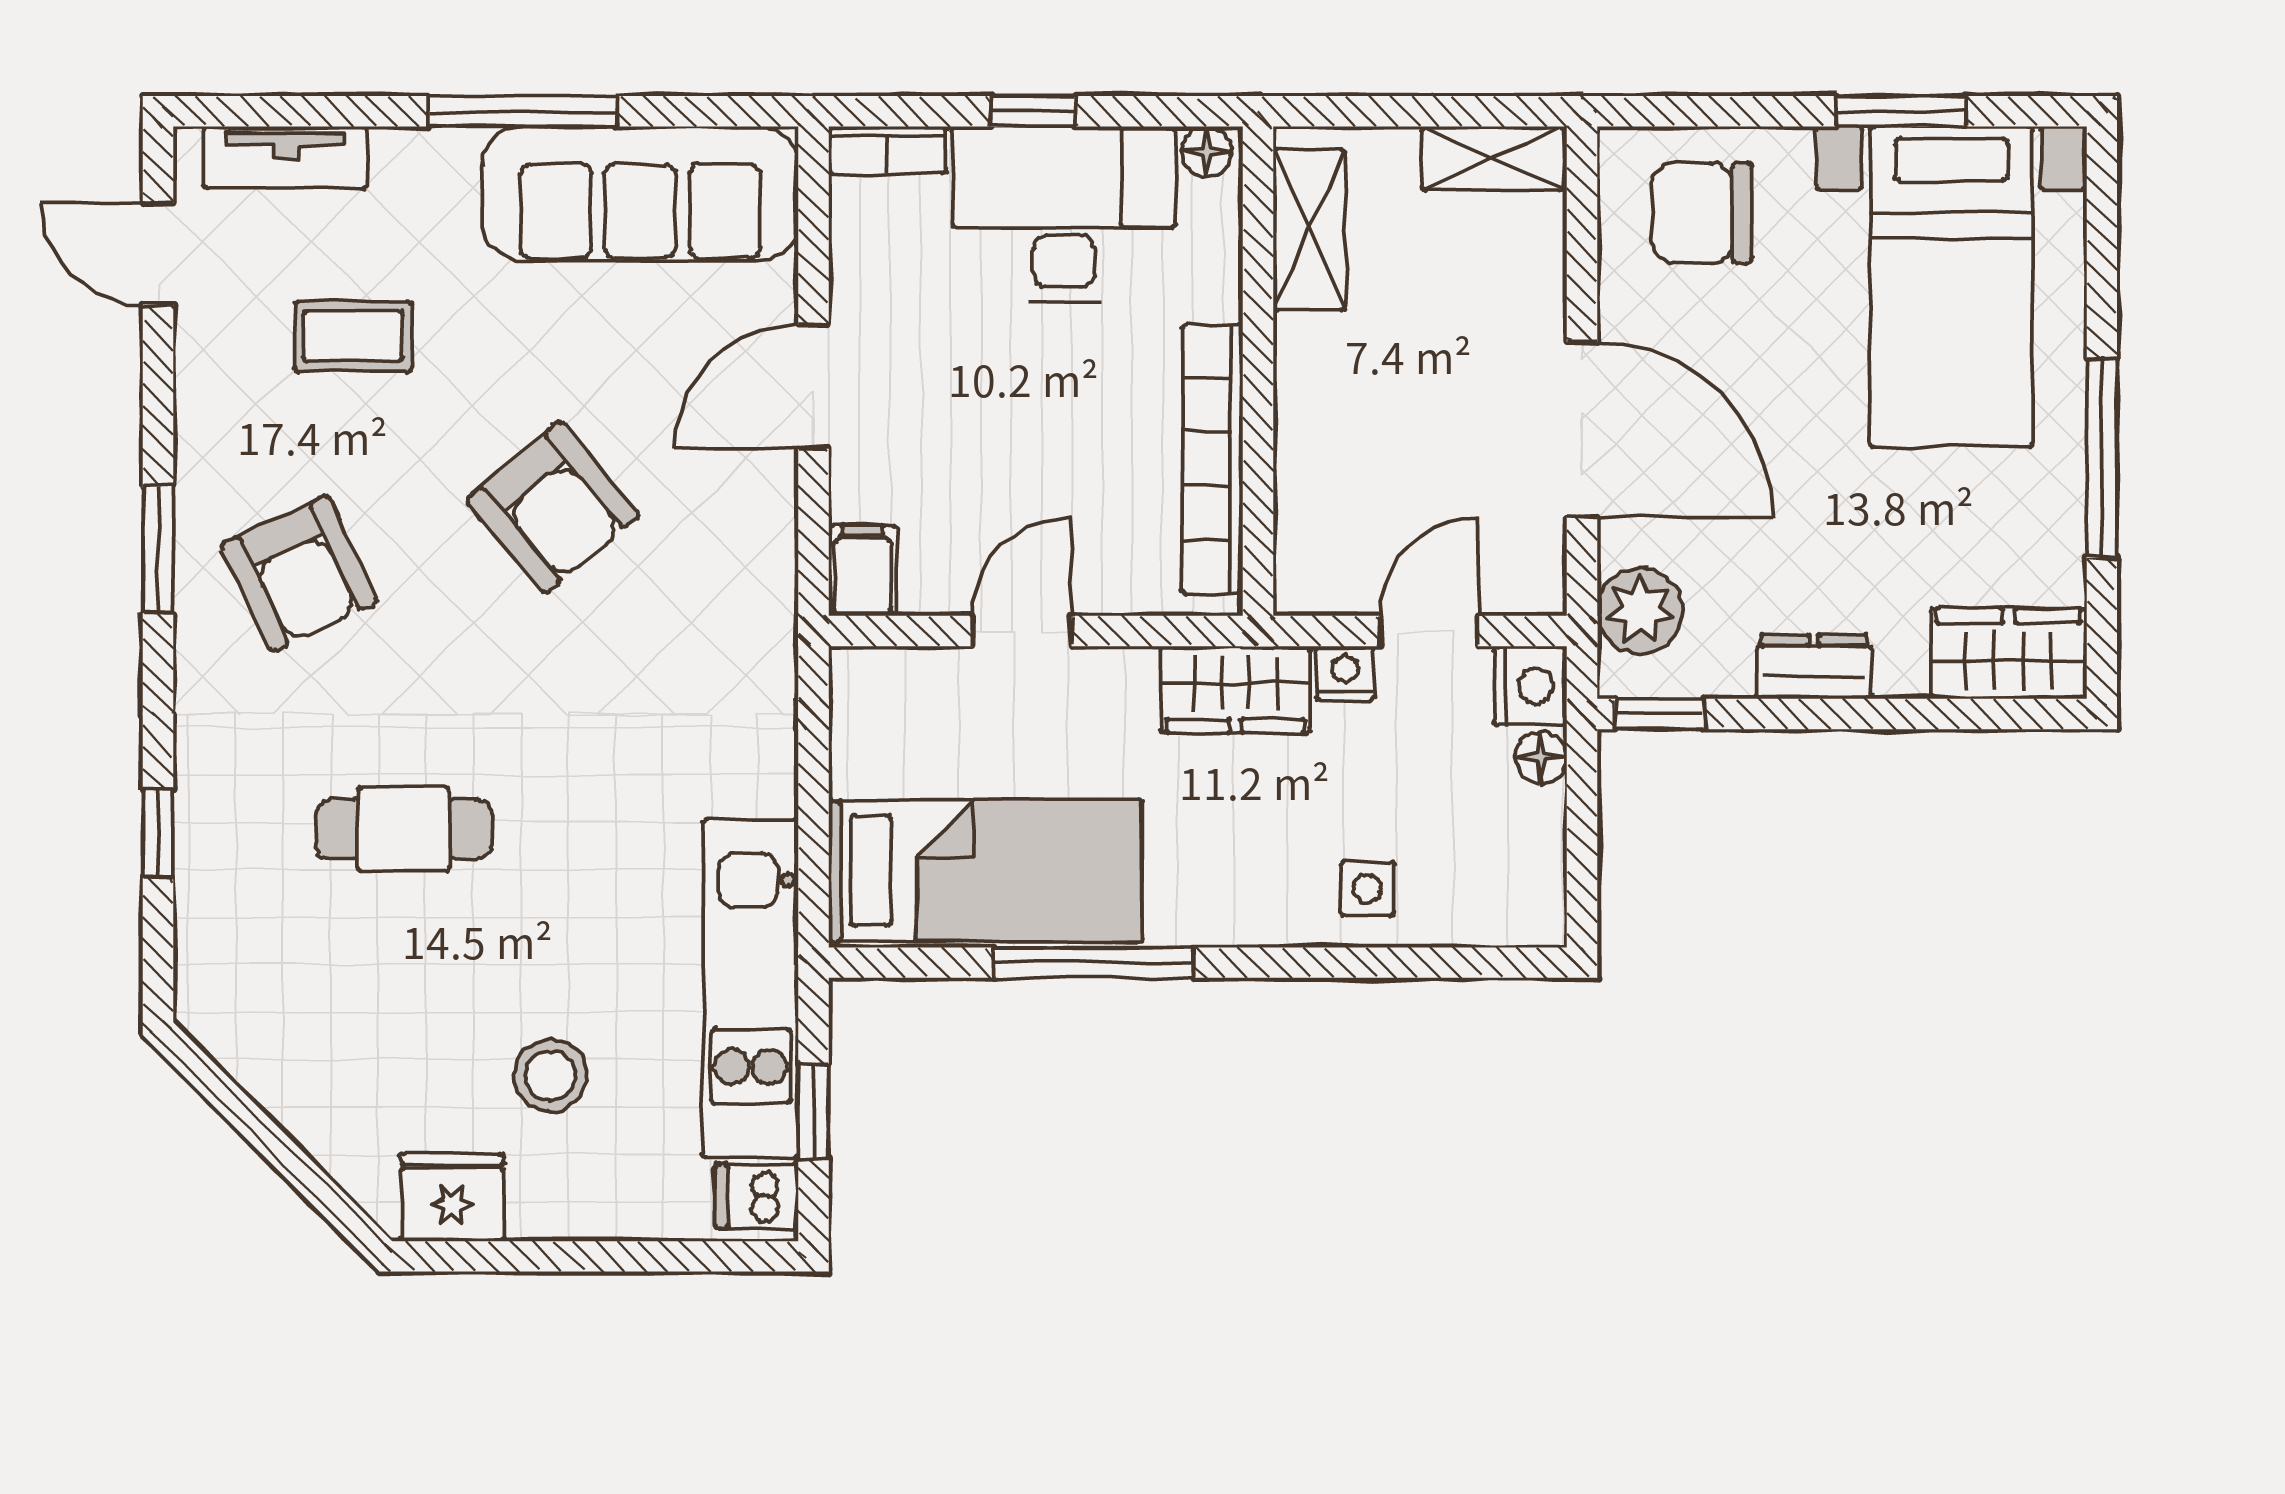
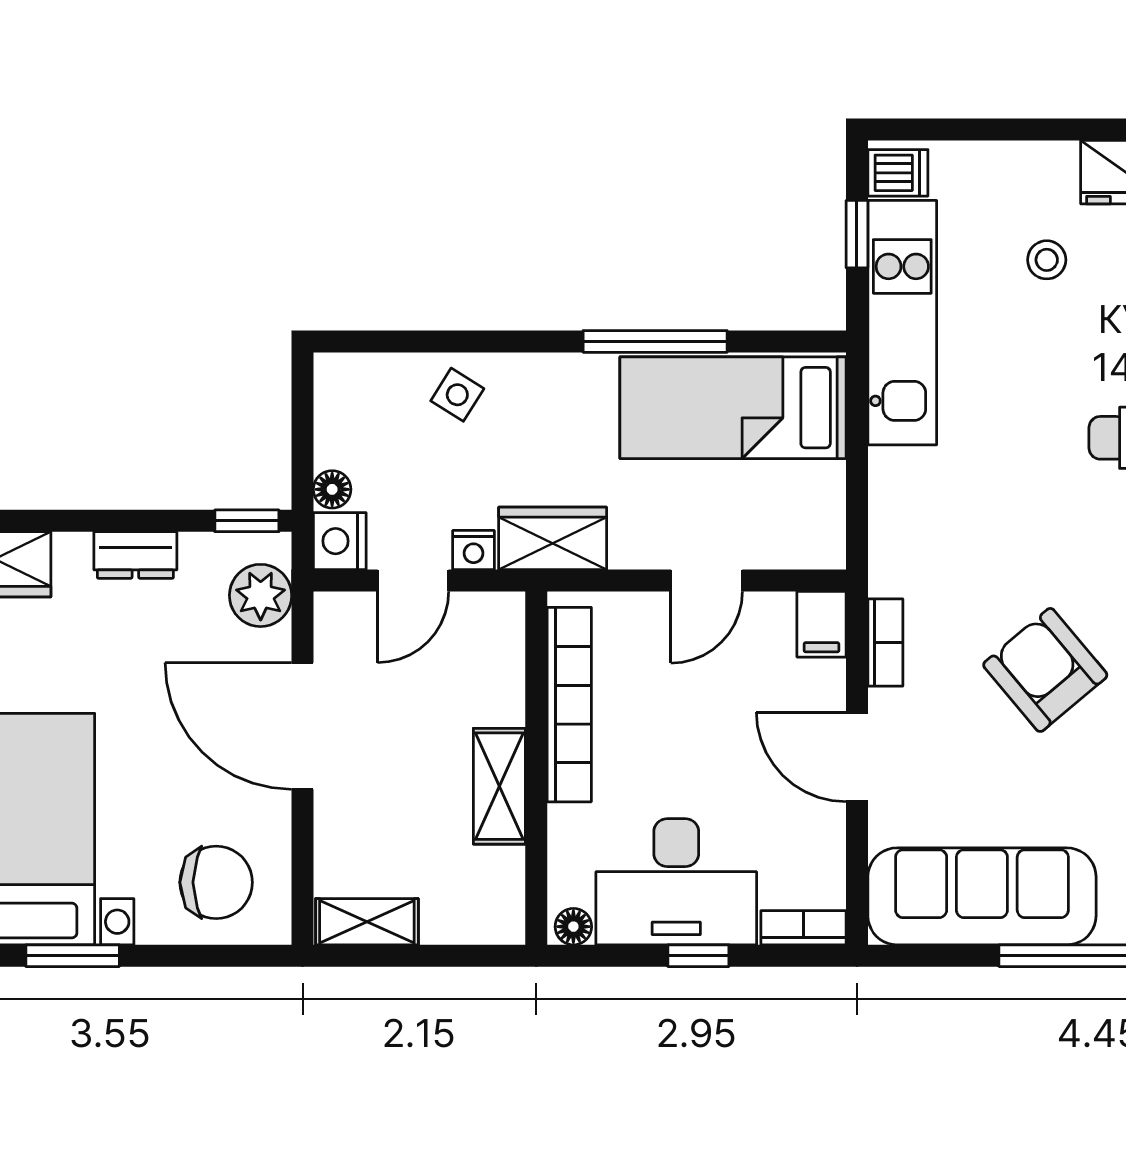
shelving: (1309, 230) -> (499, 786), moved
door: (814, 387) -> (857, 757), swing flipped
bookcase: (774, 545) -> (885, 642), added
side table: (1367, 889) -> (457, 395), turned 32
stool: (551, 1076) -> (1047, 260), width x0.73, depth x0.73

